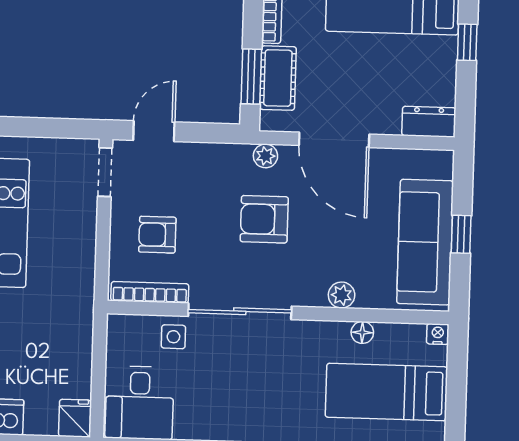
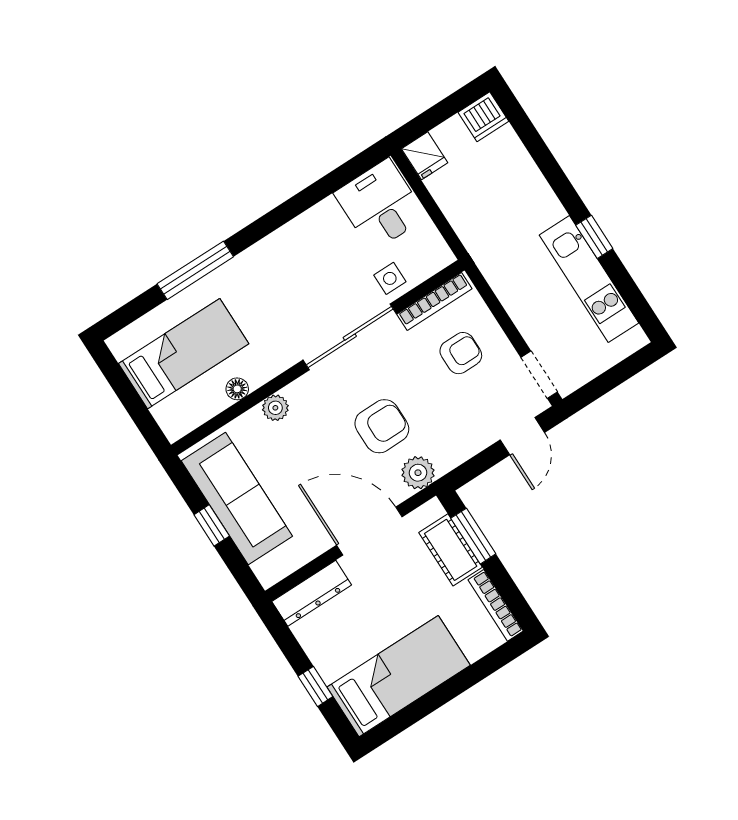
dresser: (429, 122) -> (312, 593), width x1.44
plant: (265, 156) -> (418, 473), width x1.38, depth x1.38
nightstand: (438, 334) -> (174, 430), removed

